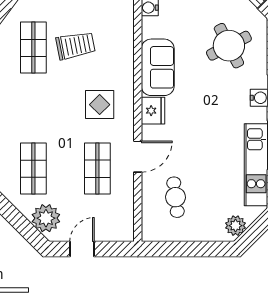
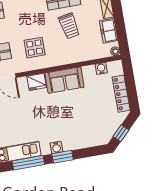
round table: (229, 46) -> (86, 123), removed

